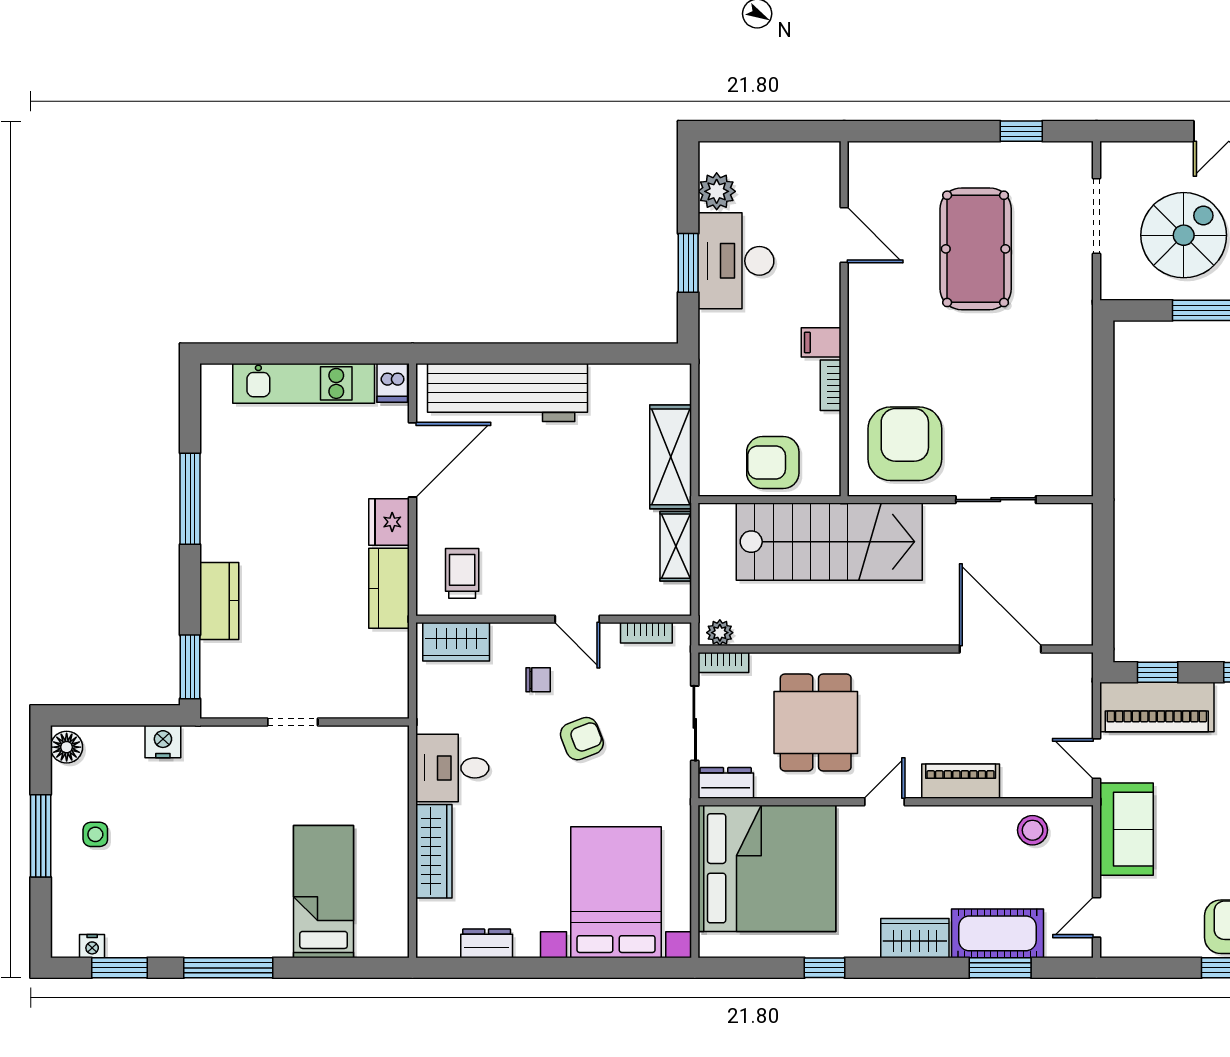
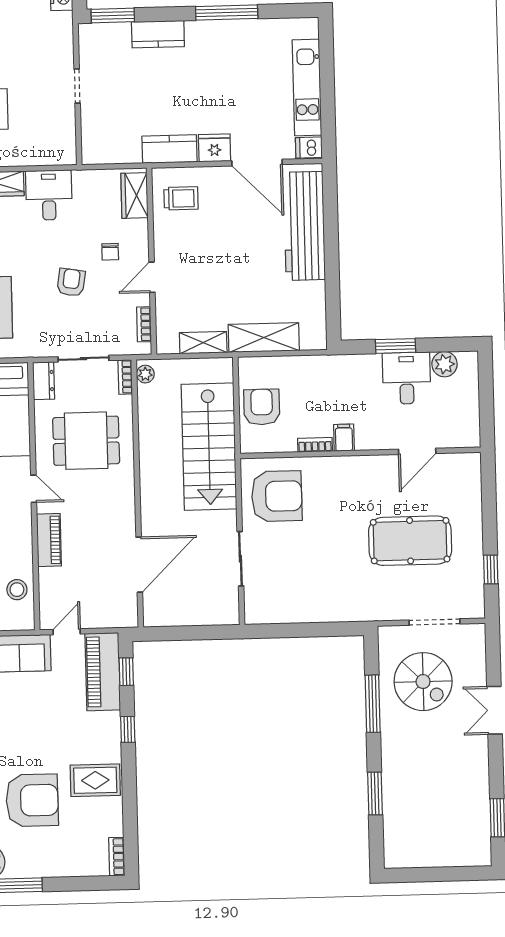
desk: (736, 261) -> (407, 378), width x0.73
armchair: (582, 739) -> (71, 282), turned -150

